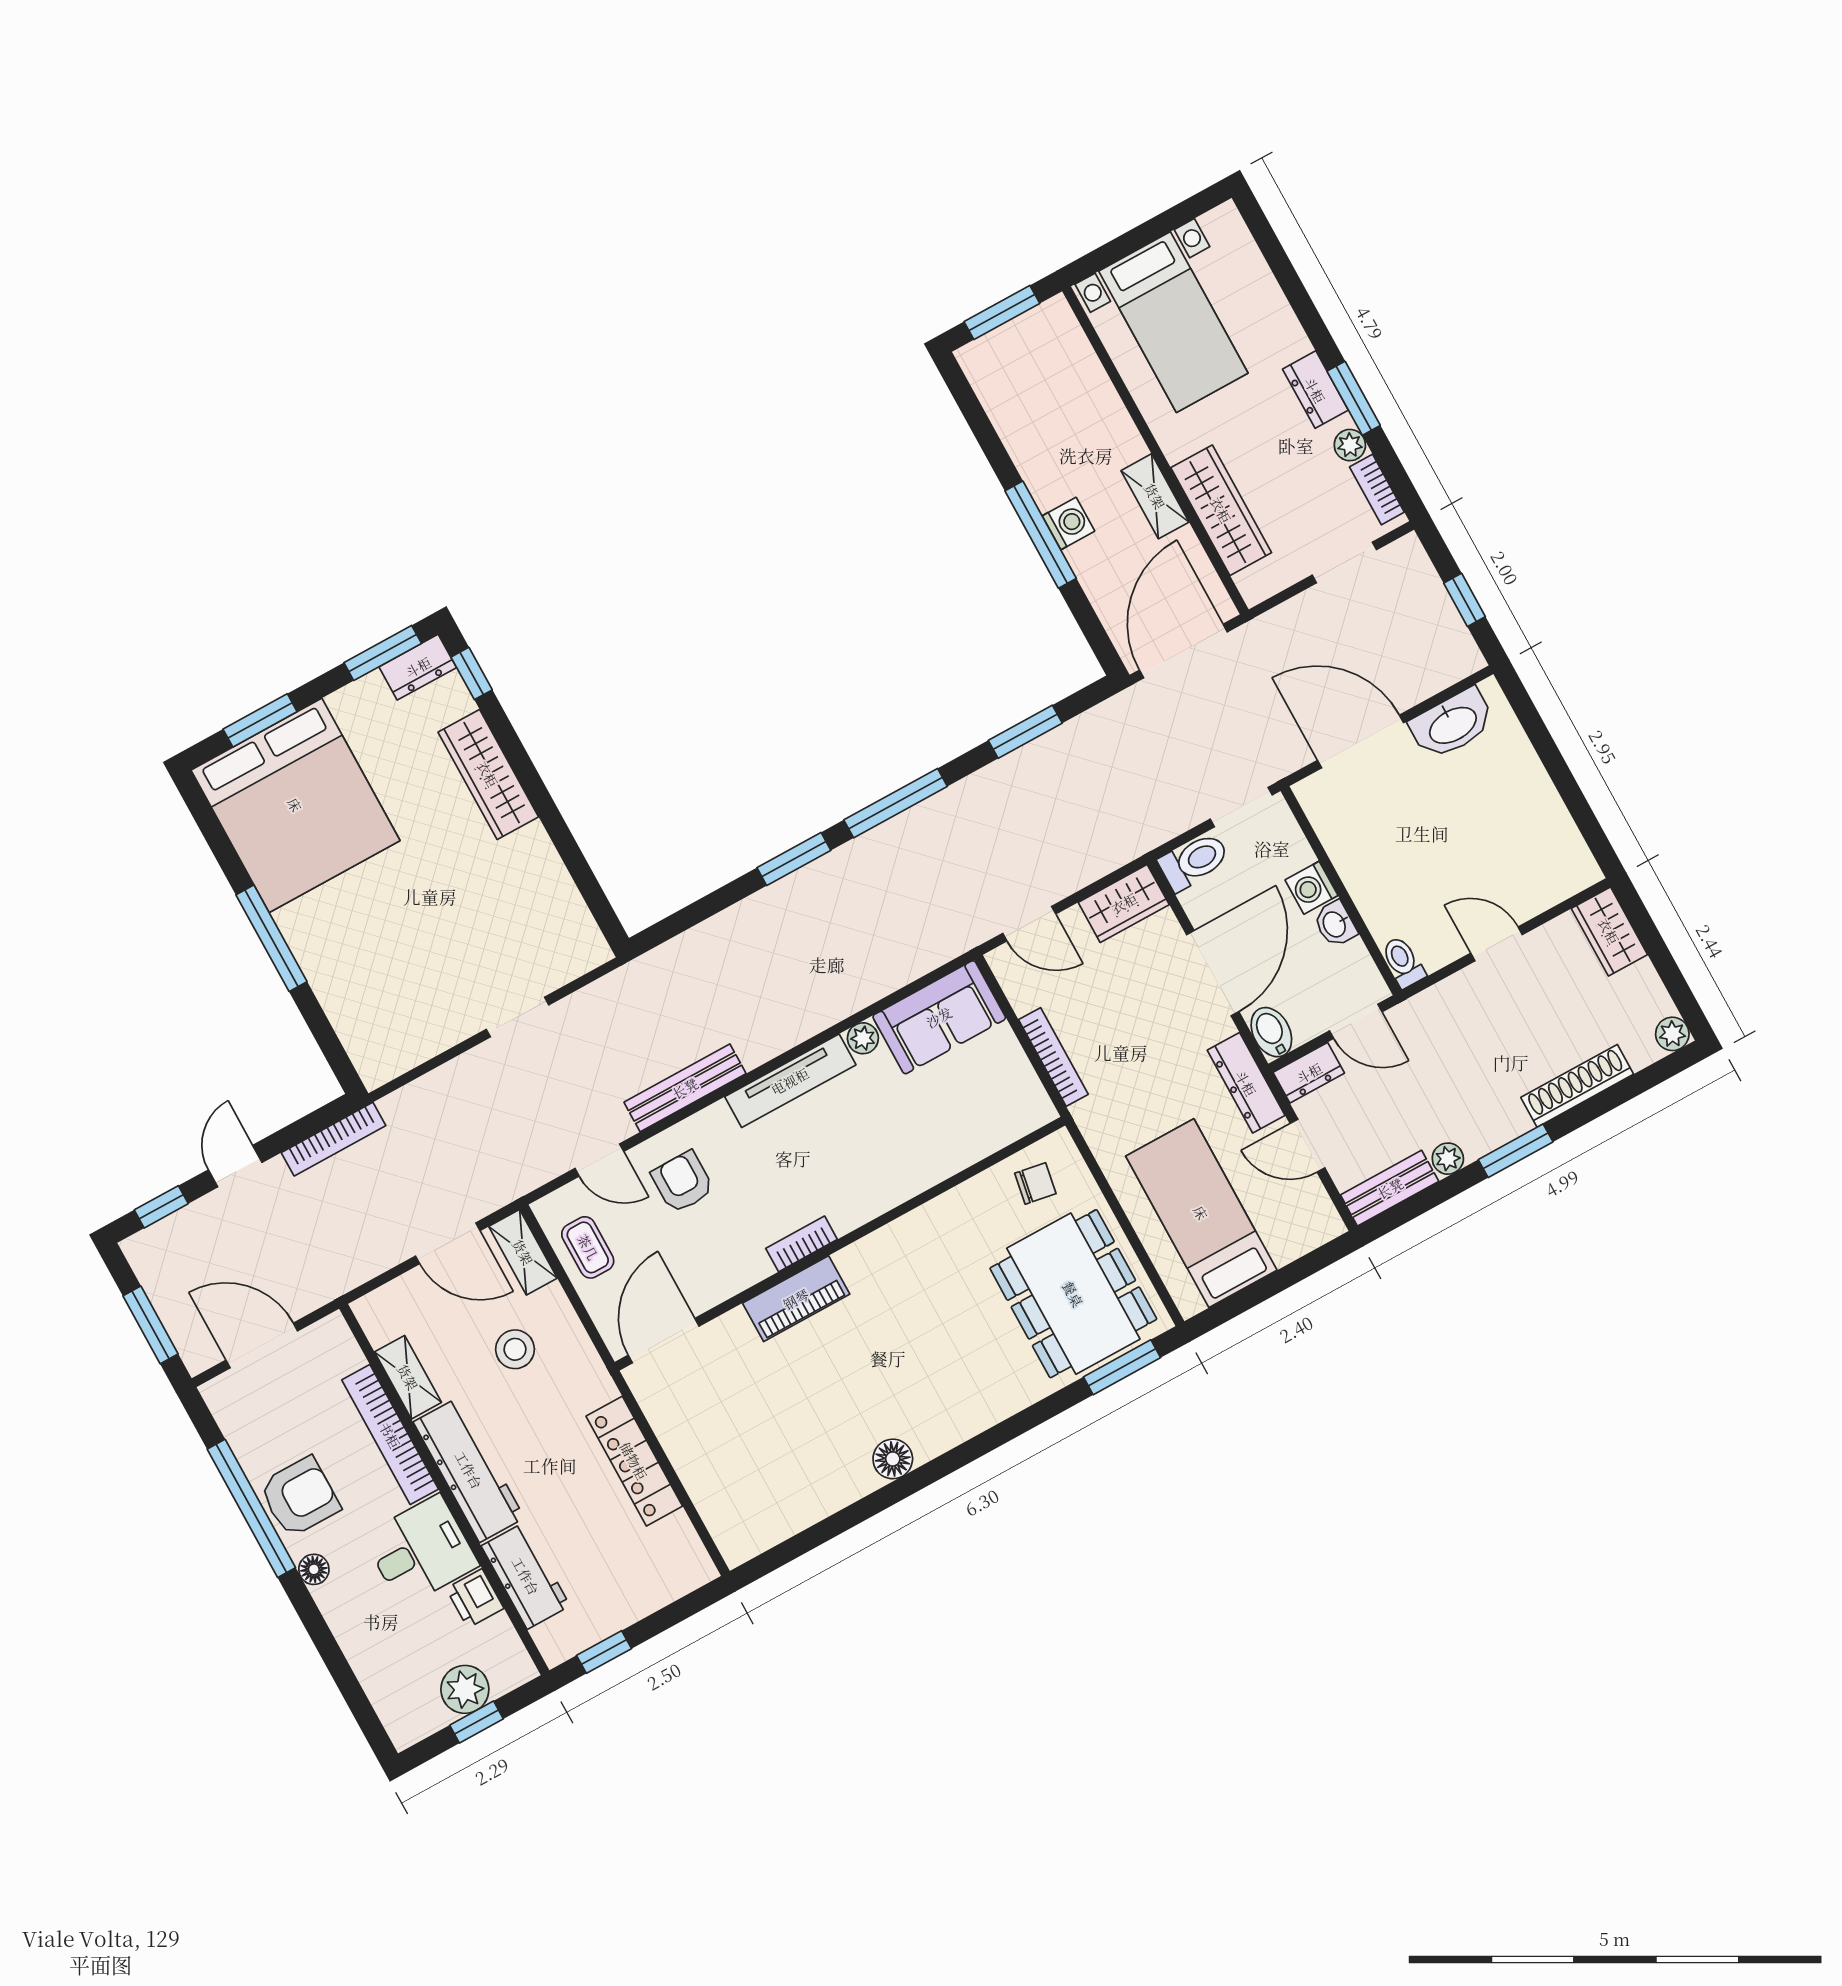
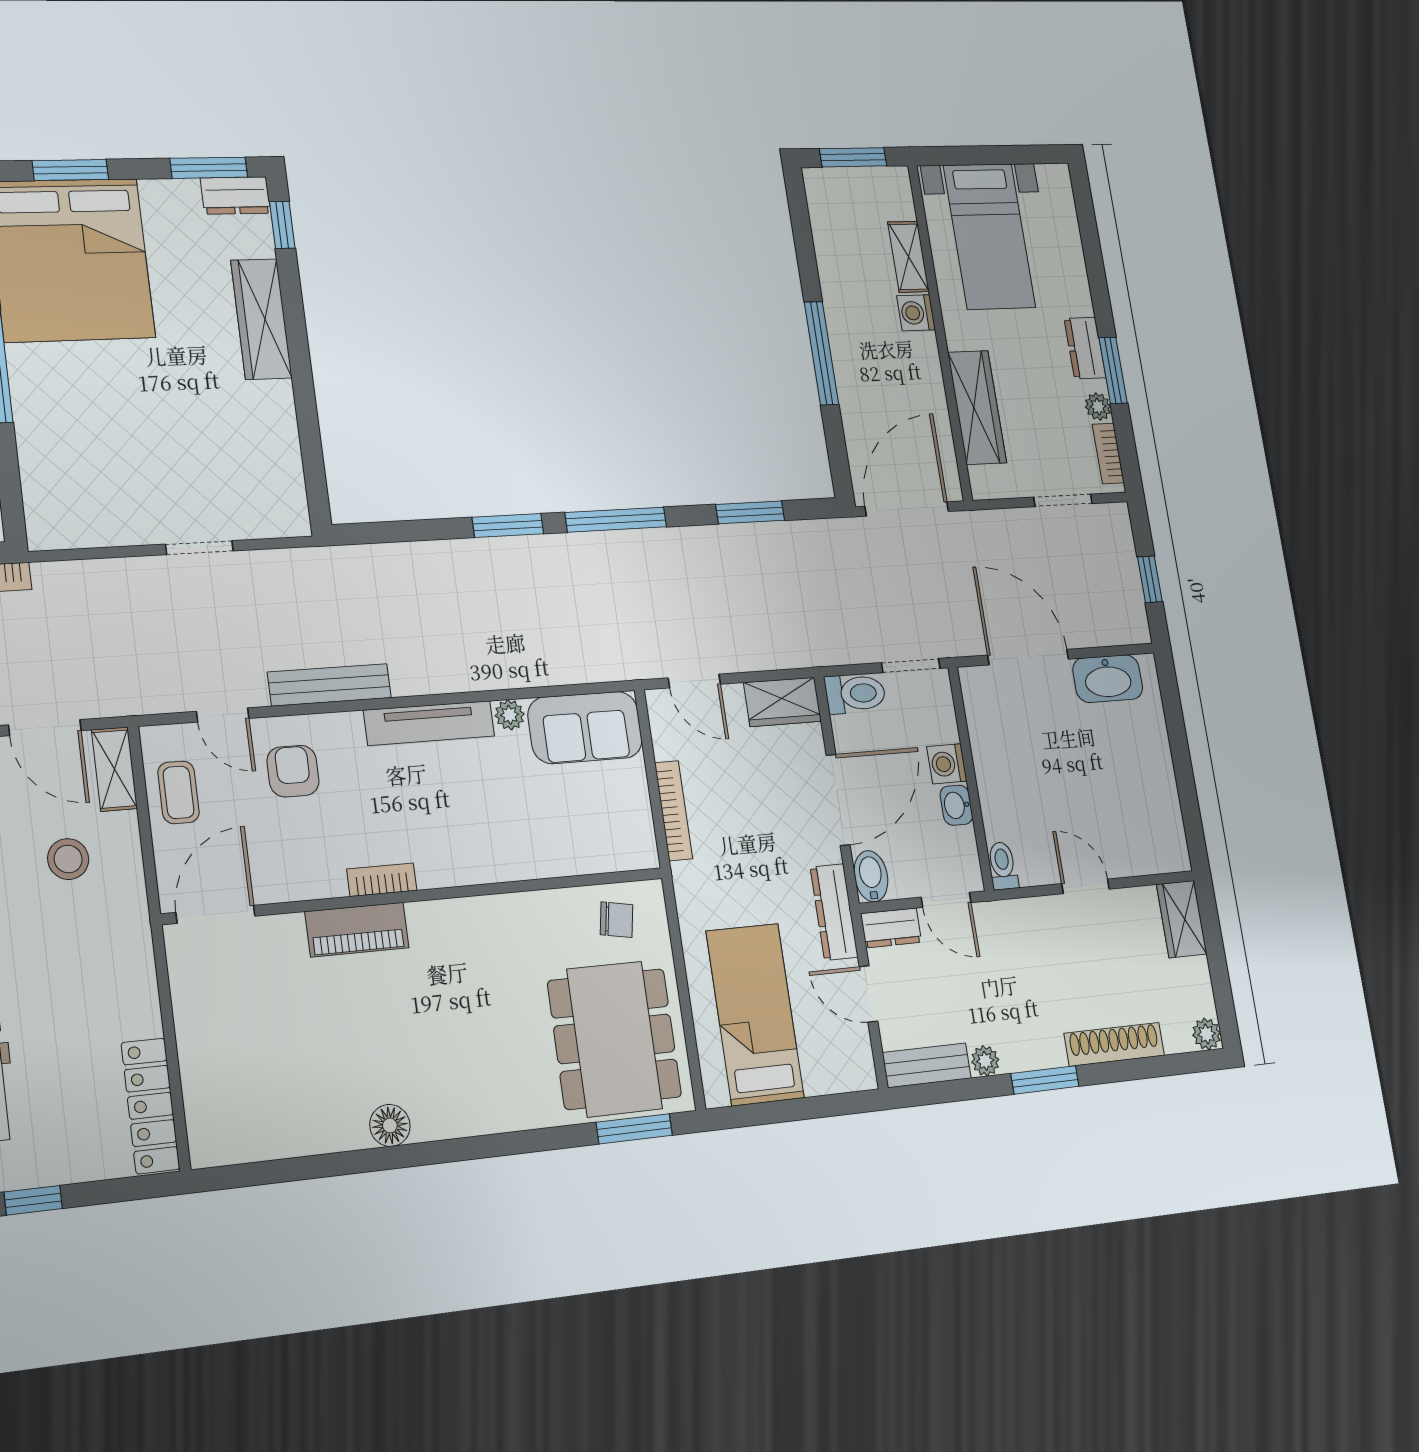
shelving: (1155, 496) -> (908, 257), moved
washing machine: (1068, 523) -> (916, 313), moved, turned 180
locker: (634, 1461) -> (150, 1106), moved

